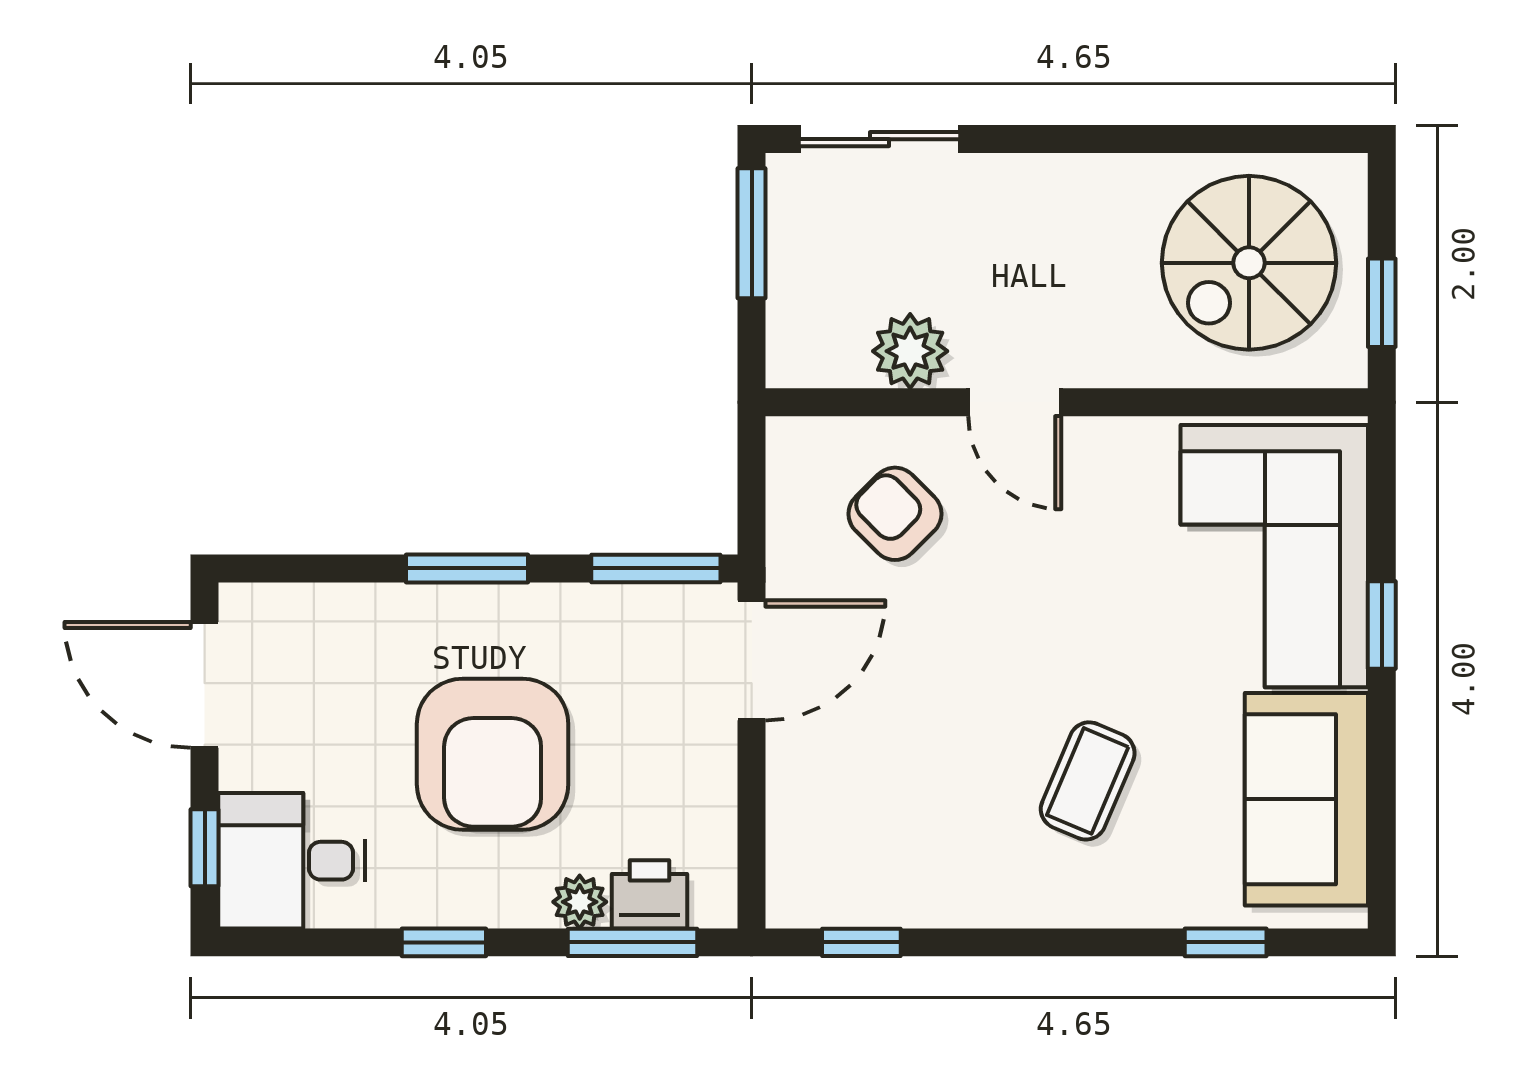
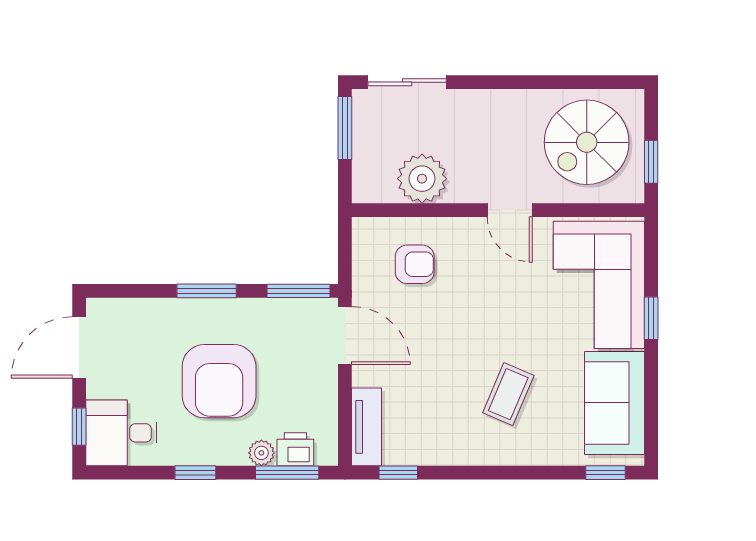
plant: (910, 351) -> (422, 179), width x1.36, depth x1.36
door: (1015, 402) -> (510, 210), moved
armchair: (895, 514) -> (415, 264), turned 135
door: (752, 660) -> (345, 335), hinge flipped
door: (205, 685) -> (79, 347), hinge flipped
tv unit: (796, 848) -> (367, 427), added
window: (1226, 942) -> (606, 473), moved

